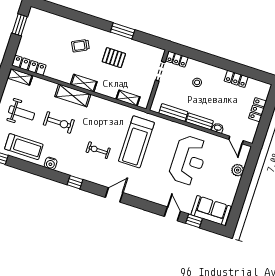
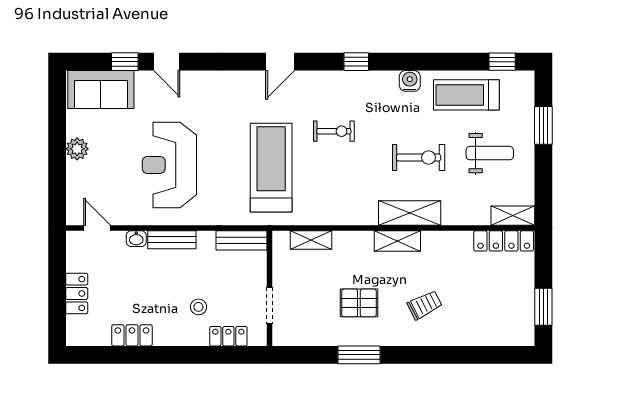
locker: (177, 59) -> (228, 336), moved
weight bench: (22, 113) -> (490, 153), turned 180
bench: (173, 113) -> (241, 240), moved
exercise bike: (59, 122) -> (419, 158), turned 180
plant: (238, 170) -> (77, 149), moved

